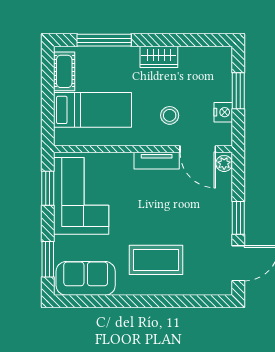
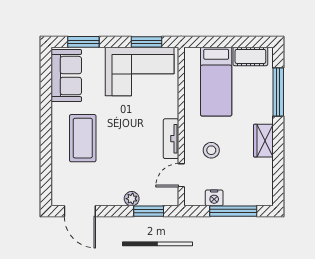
window: (238, 91) -> (233, 211), width x1.44
door: (198, 149) -> (181, 175), width x0.73
plant: (224, 163) -> (132, 199), moved
window: (238, 218) -> (149, 211), moved

